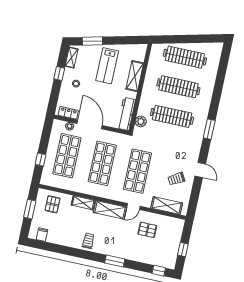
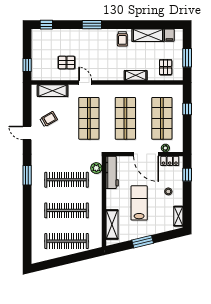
window: (92, 41) -> (143, 242), moved
lab bench: (107, 66) -> (139, 203), moved
window: (59, 73) -> (187, 175), moved
shelving: (135, 76) -> (112, 224), moved
door: (133, 206) -> (85, 83), hinge flipped
shelving: (110, 210) -> (148, 35), moved
window: (183, 250) -> (27, 65), moved

